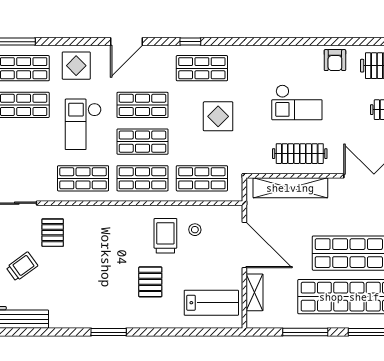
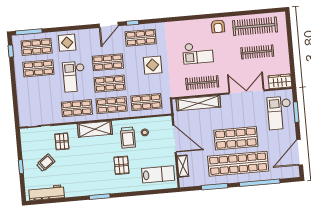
door: (126, 42) -> (109, 25), moved
shelving: (111, 216) -> (95, 129), added
trolley: (165, 236) -> (128, 138), turned 180

